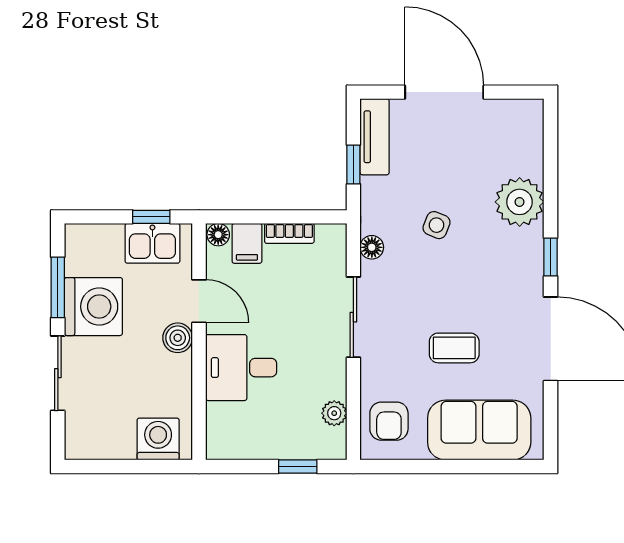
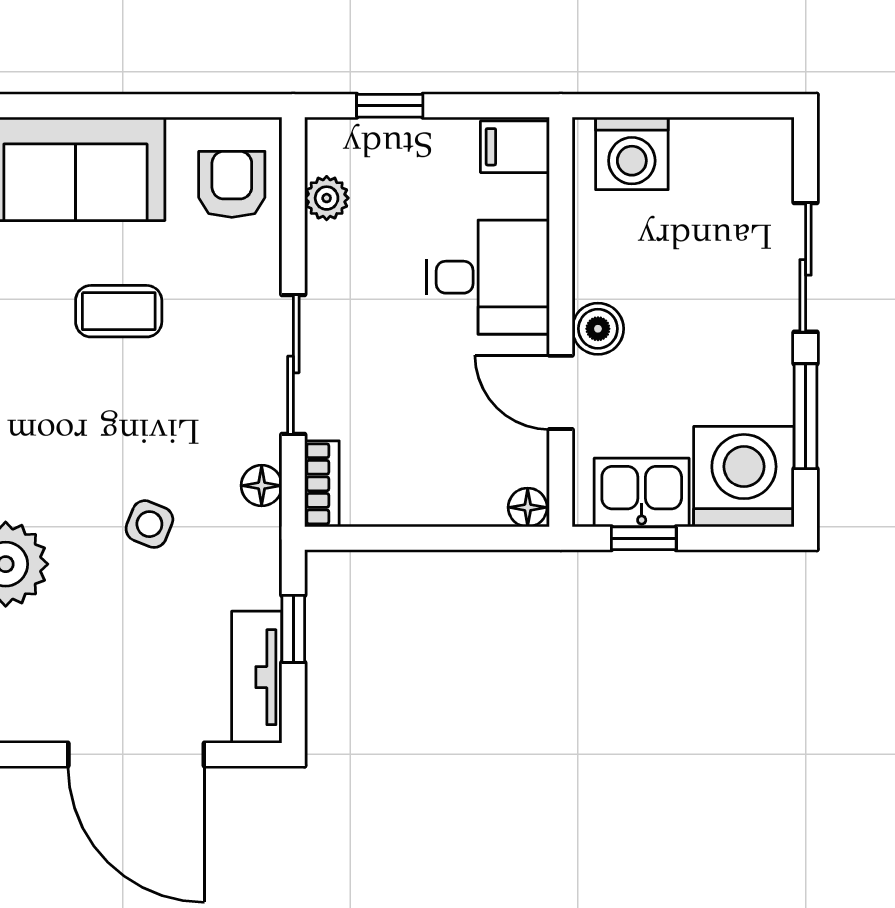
bookcase: (289, 233) -> (322, 484), moved, turned 90
filing cabinet: (247, 243) -> (515, 147), moved, turned -90
washing machine: (93, 307) -> (744, 477), moved, turned 90

